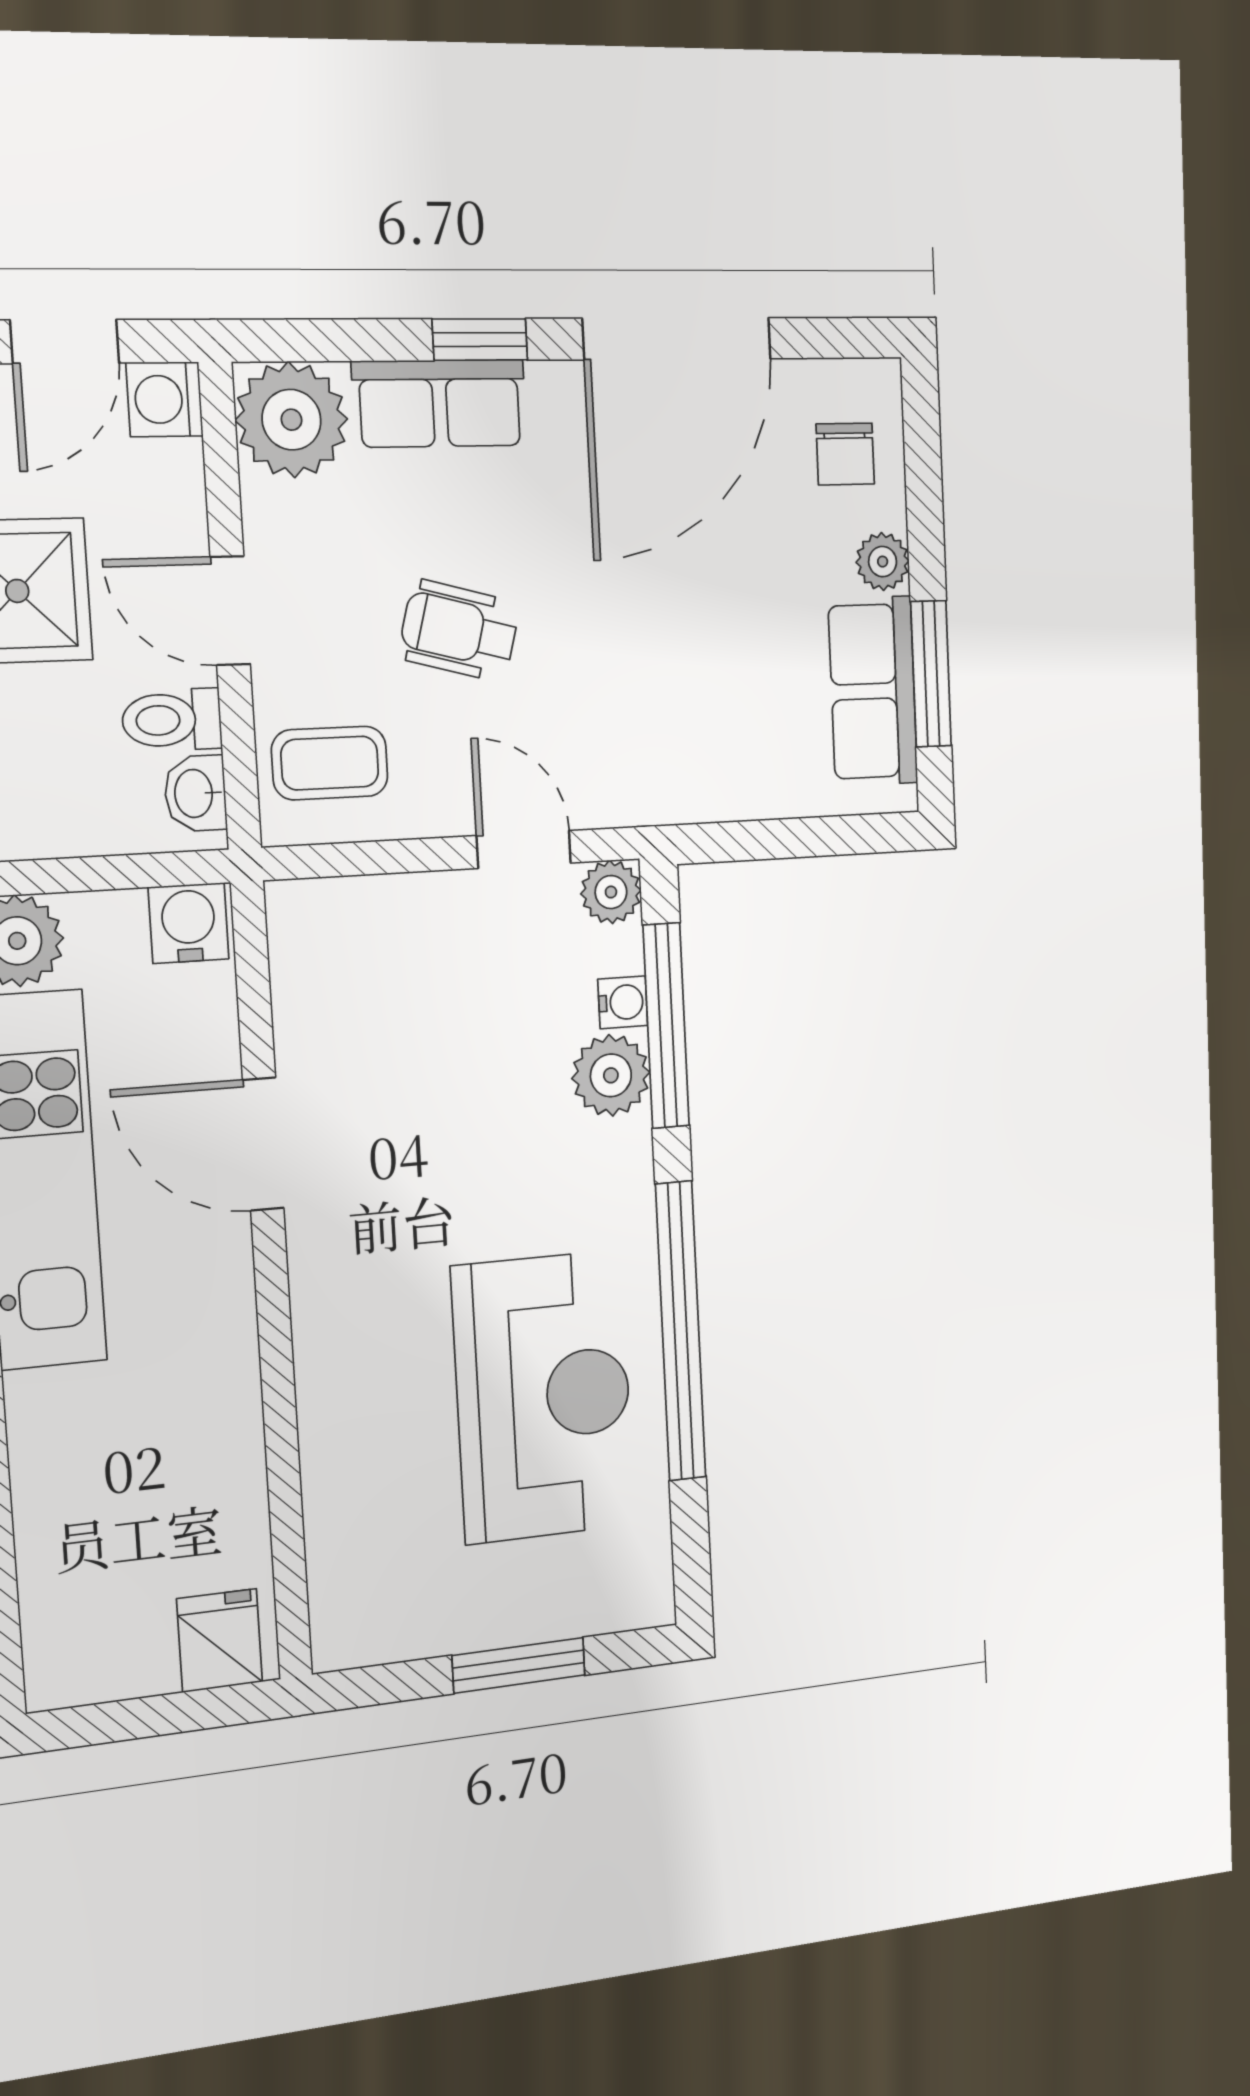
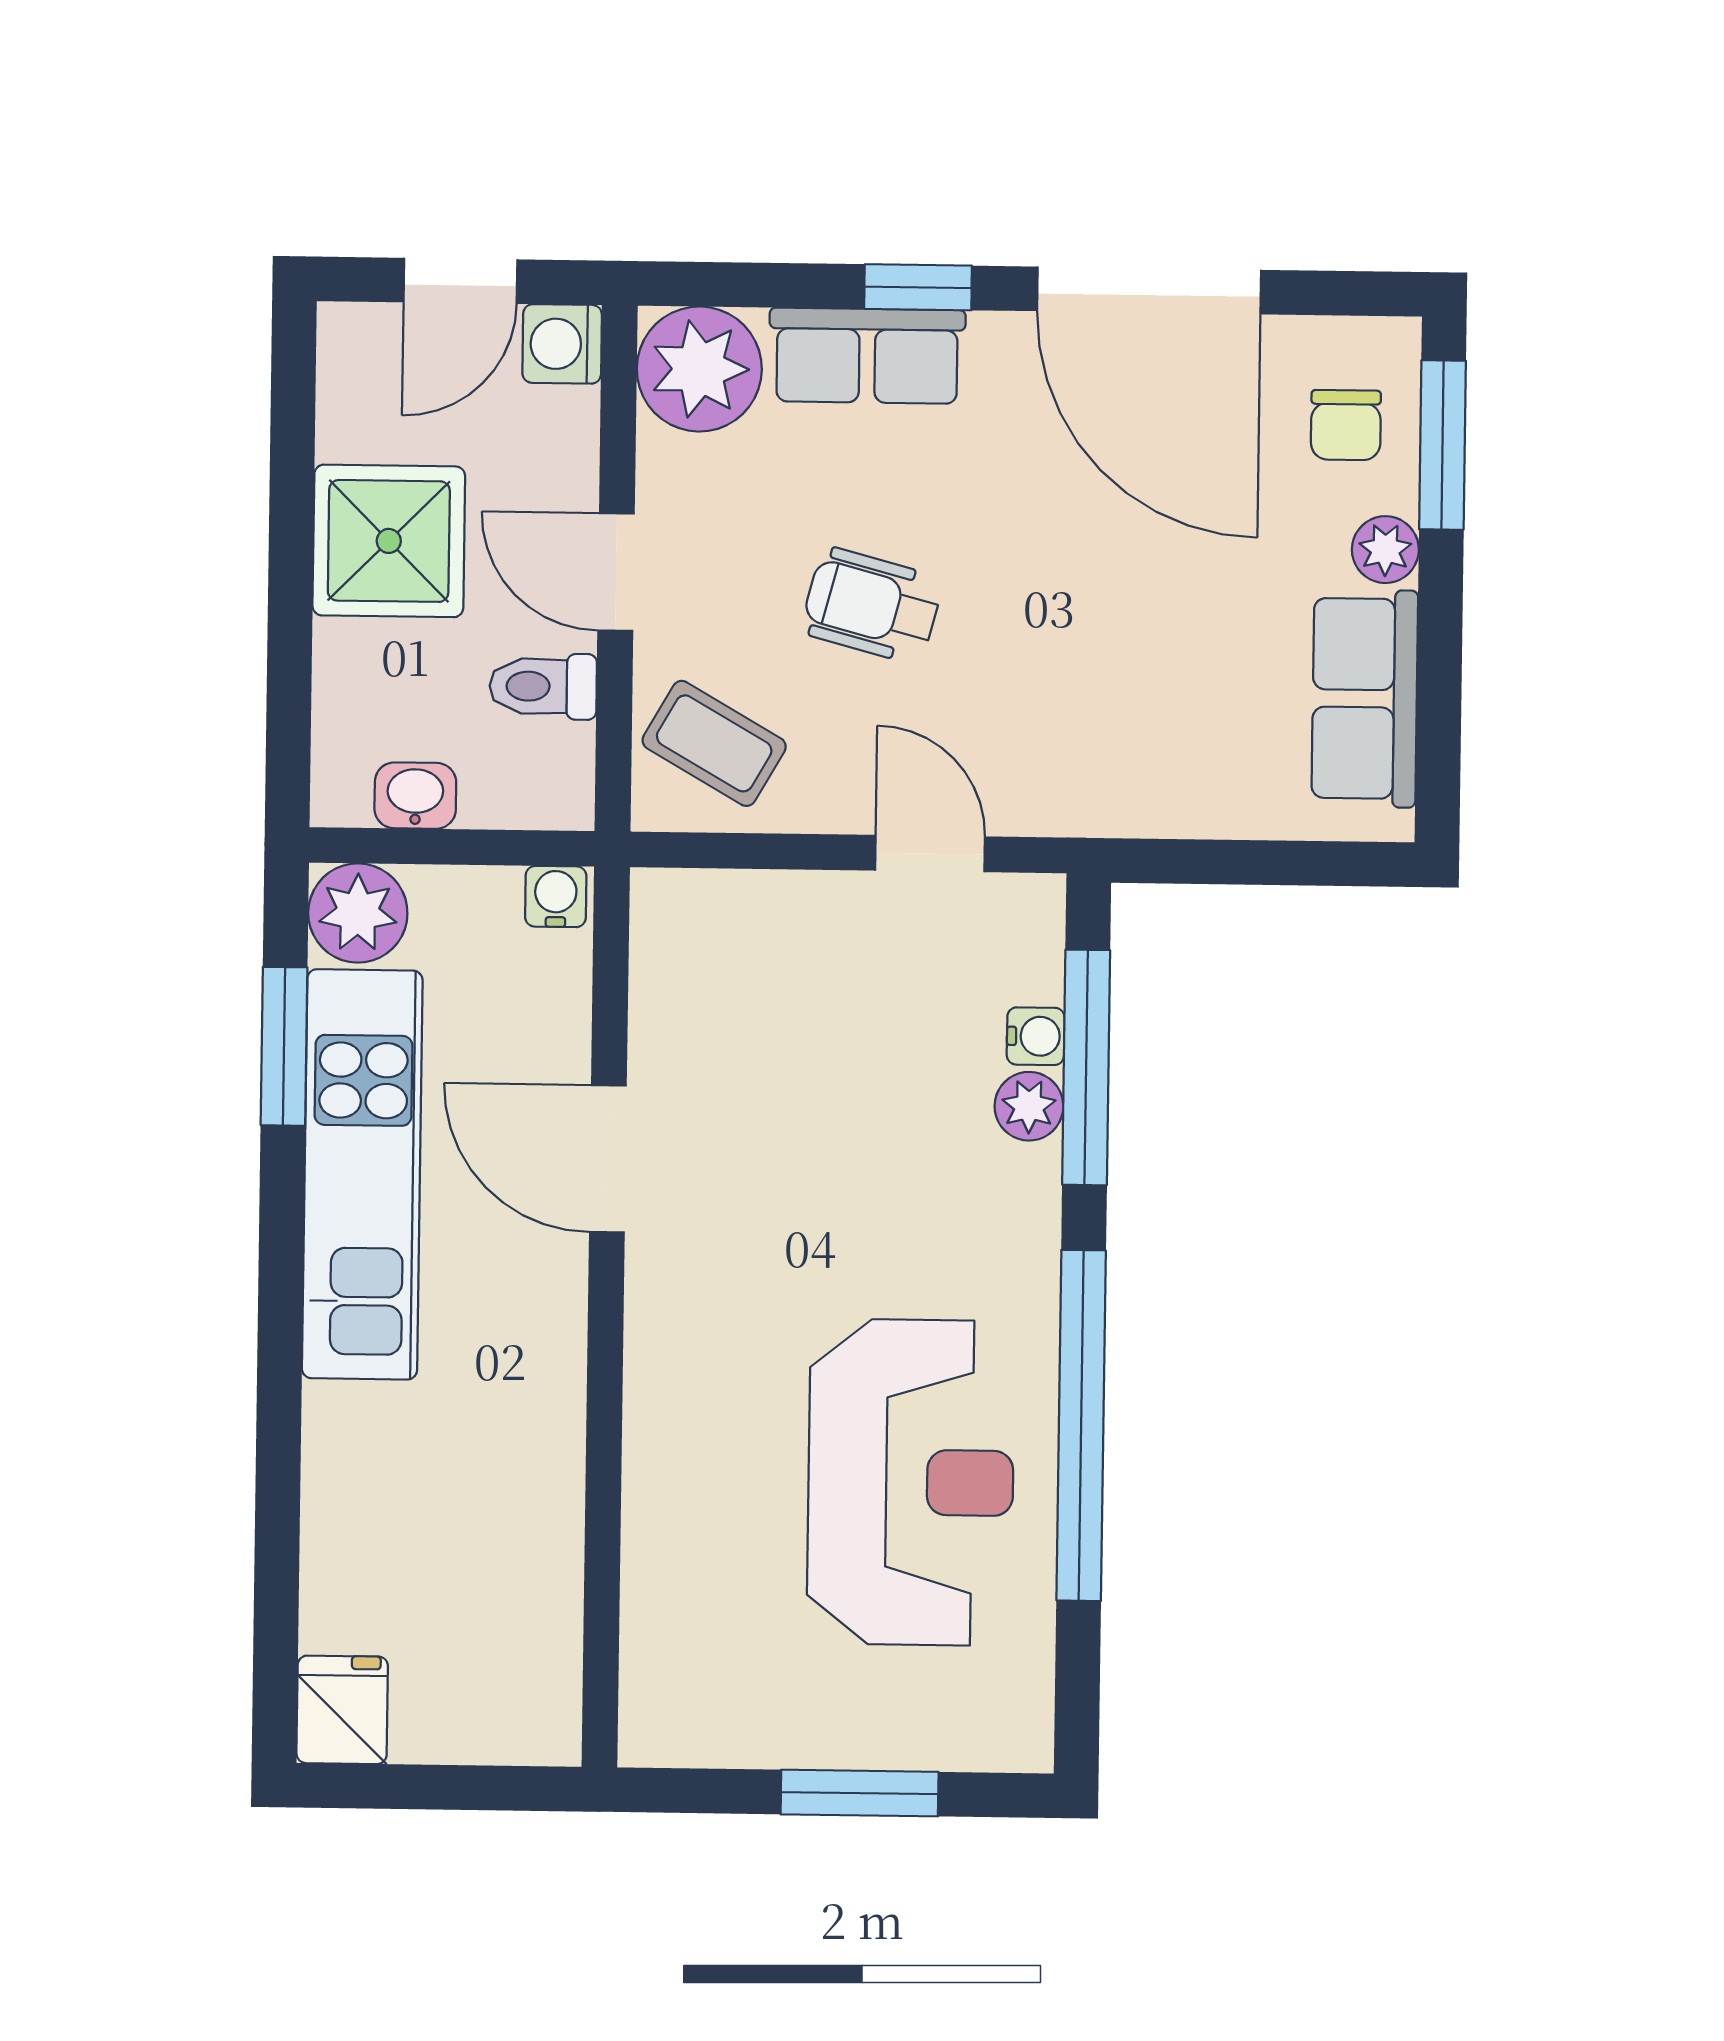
door: (677, 339) -> (1149, 290), hinge flipped
window: (931, 674) -> (1443, 445), moved
coffee table: (330, 763) -> (714, 743), turned 30
washbasin: (195, 793) -> (415, 796), moved, turned 90
plant: (611, 892) -> (1030, 909), removed
water cooler: (188, 923) -> (556, 896), width x0.72, depth x0.72
plant: (611, 1075) -> (1029, 1106), width x0.73, depth x0.73
fridge: (220, 1640) -> (342, 1710), moved

